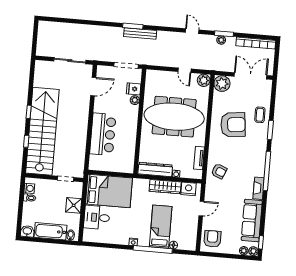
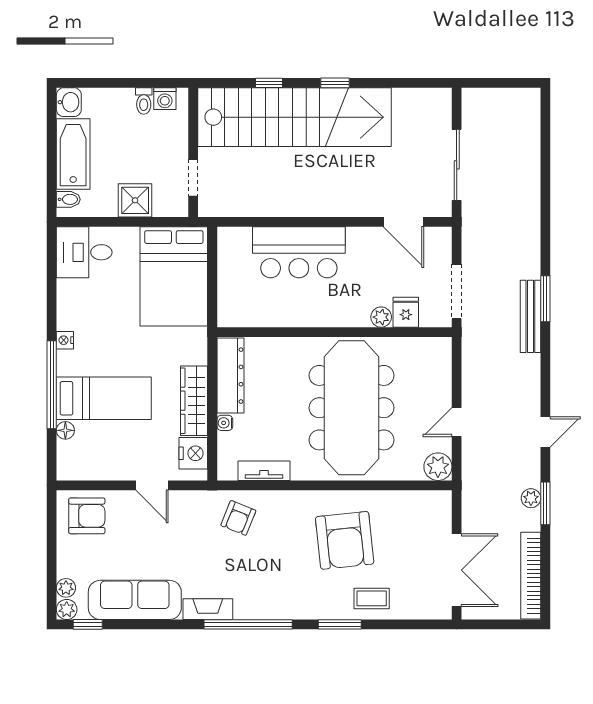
plant: (222, 84) -> (434, 508), removed
desk: (97, 217) -> (84, 252), moved, turned -90

